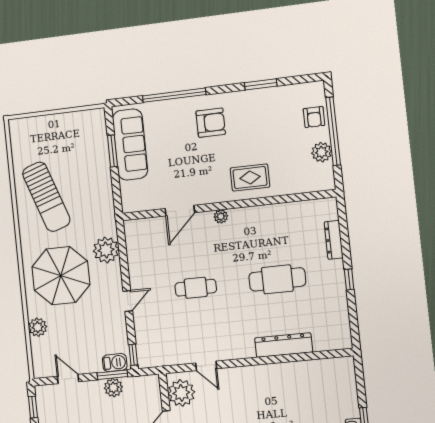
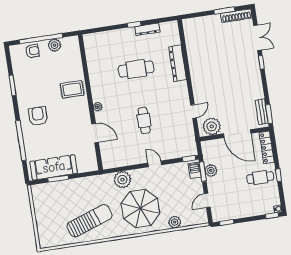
rug: (250, 178) -> (72, 89), turned 90
dresser: (334, 240) -> (147, 29), moved
cafe table: (277, 279) -> (136, 69), turned 90

